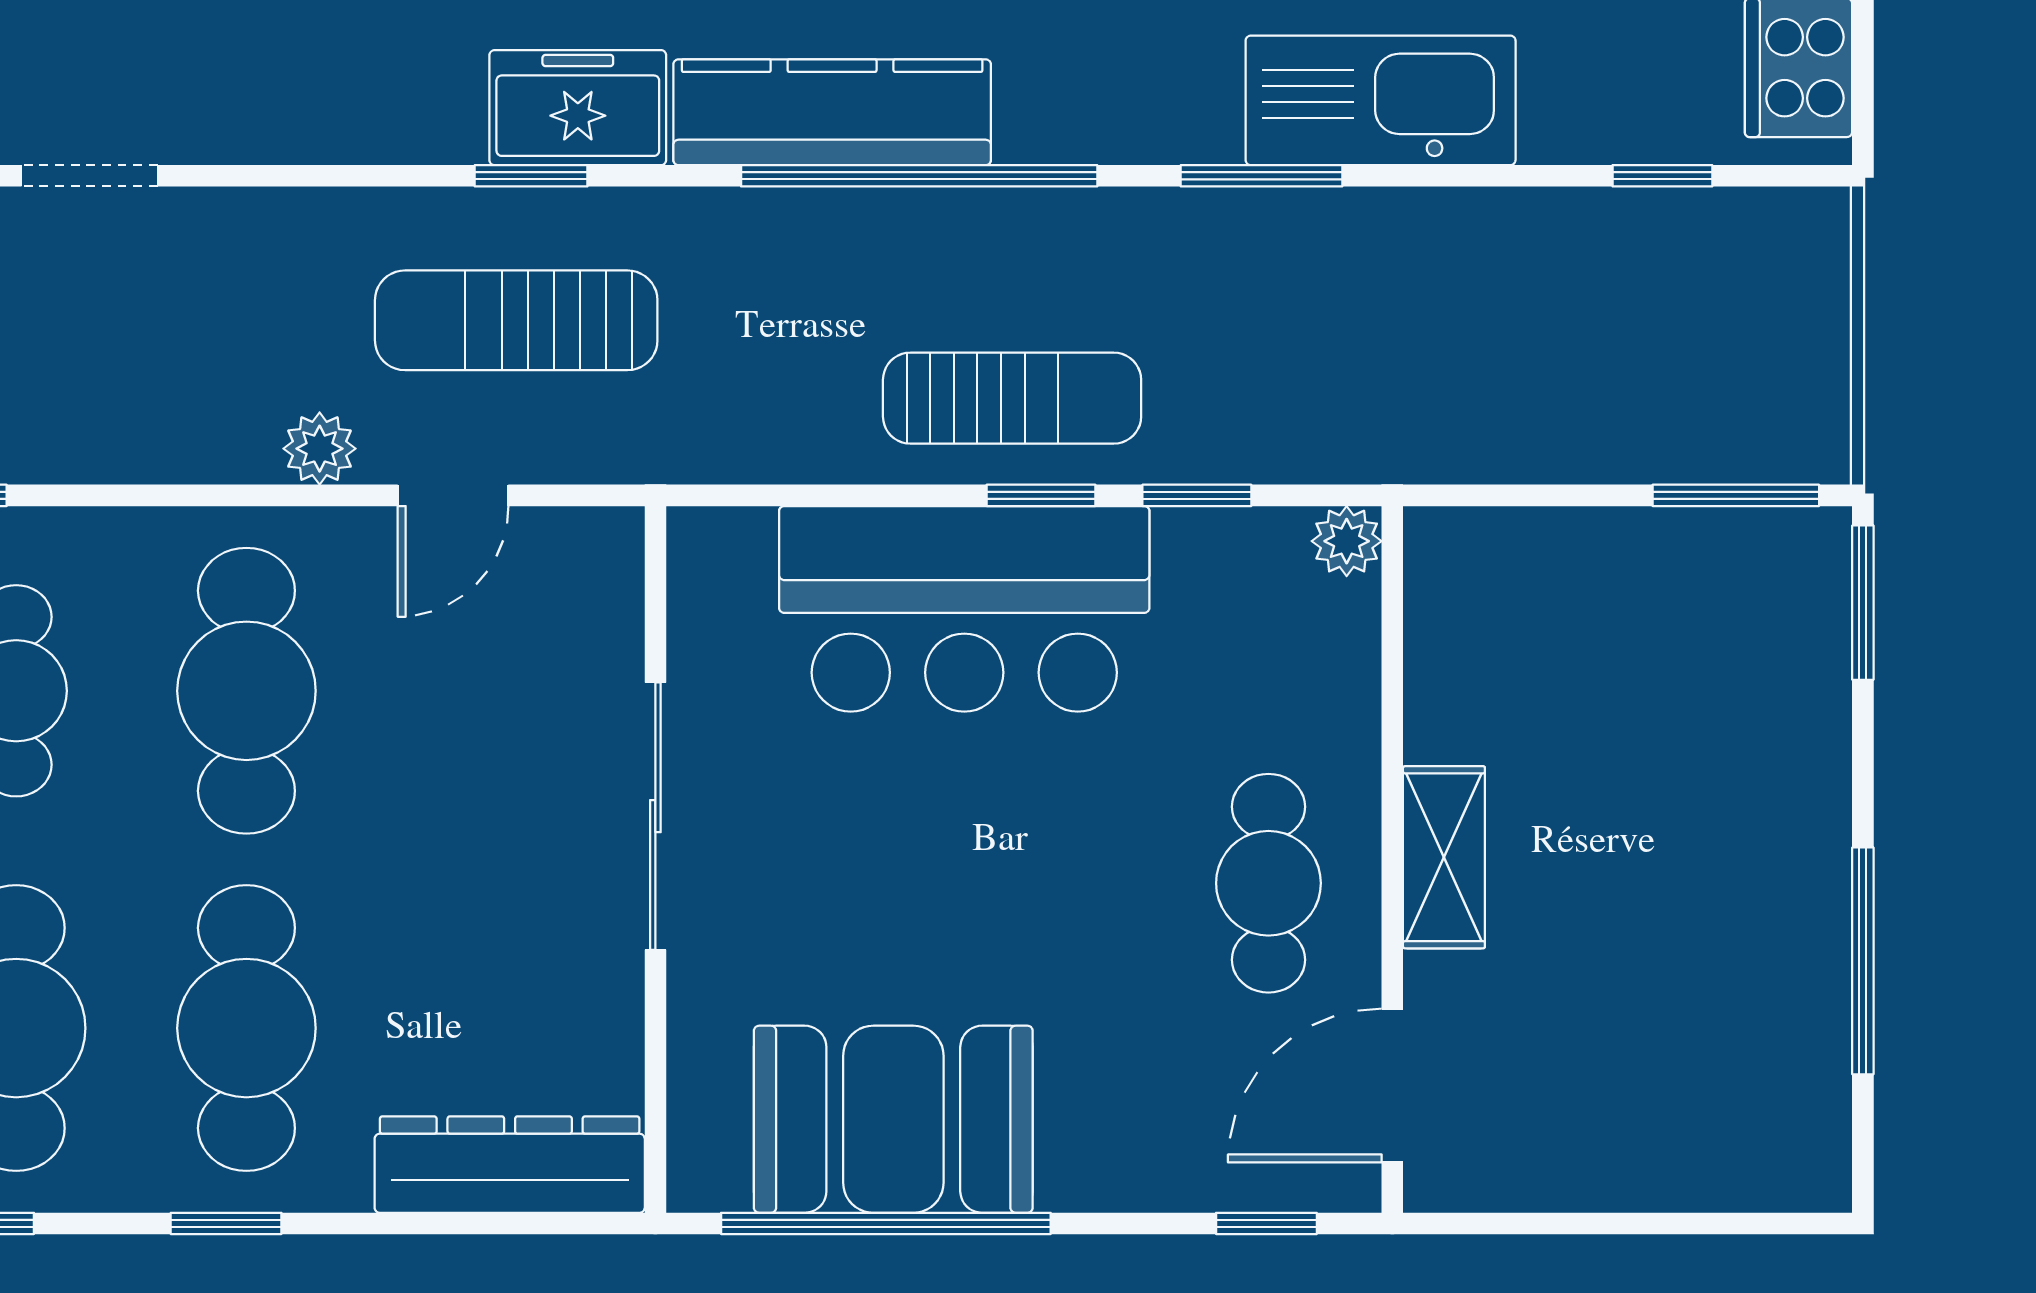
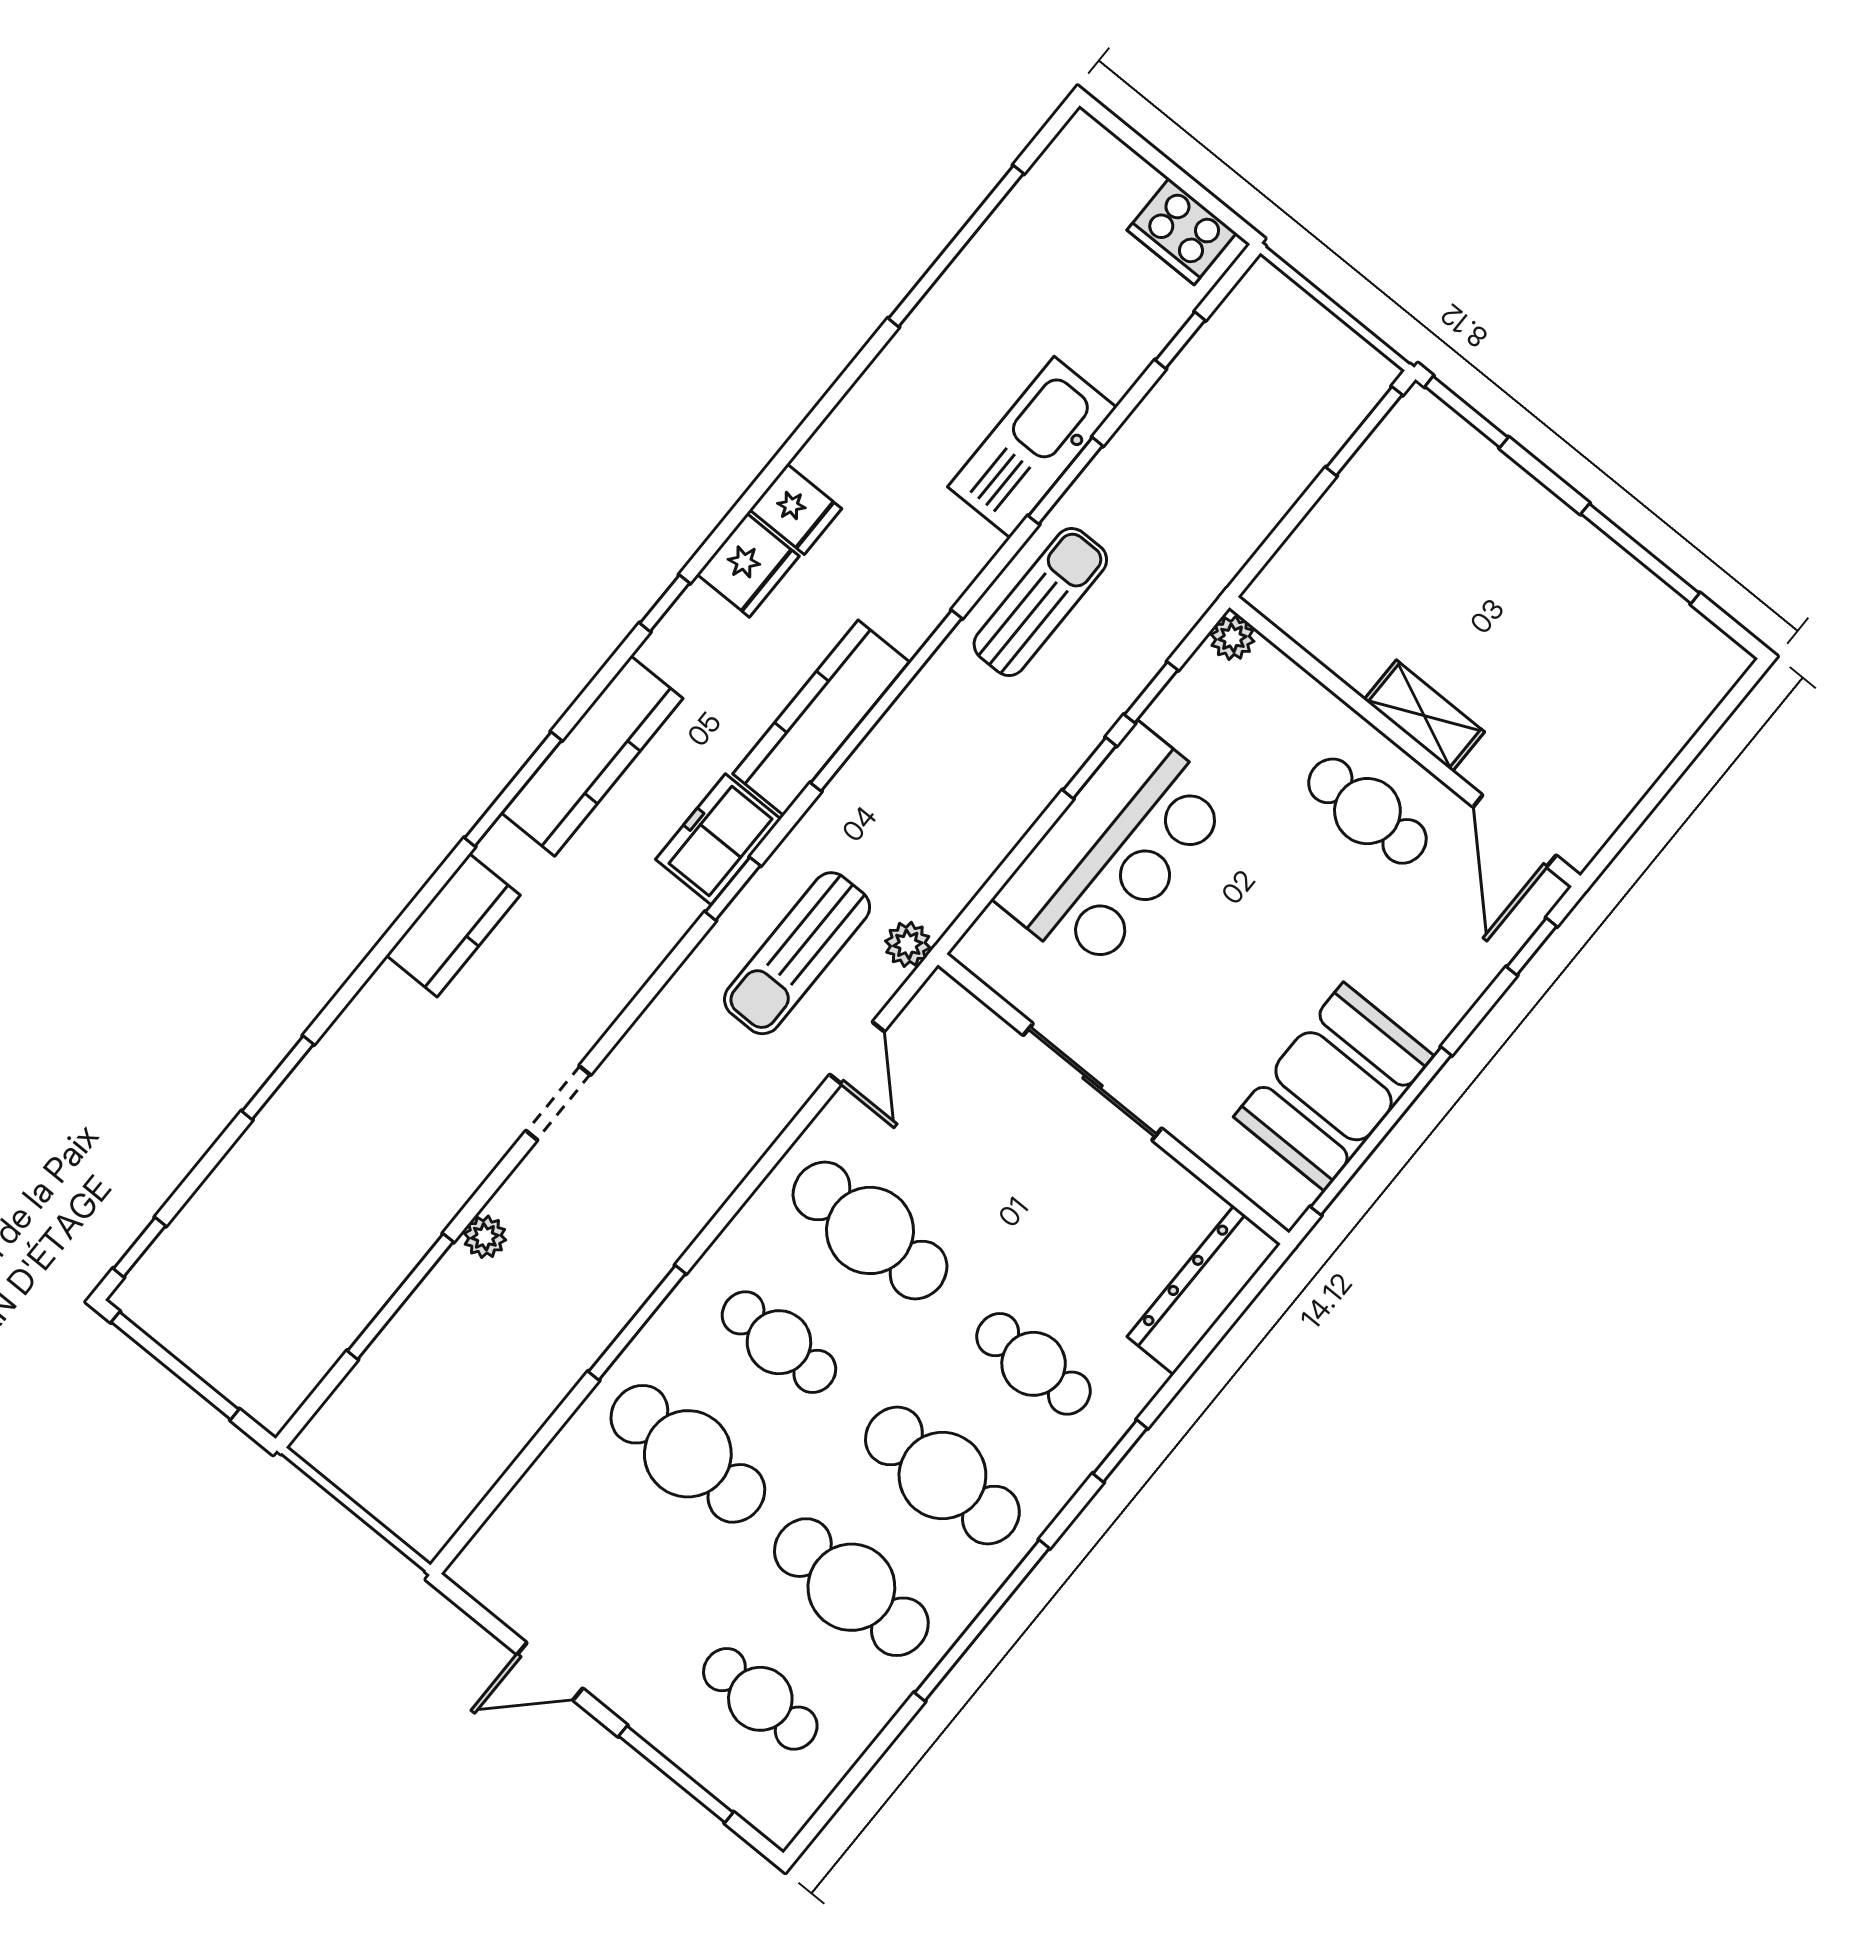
window: (1261, 176) -> (1066, 481), moved
sun lounger: (1012, 398) -> (1040, 602), moved
plant: (320, 449) -> (908, 944), moved
cafe table: (246, 1028) -> (1034, 1364), width x0.73, depth x0.74

